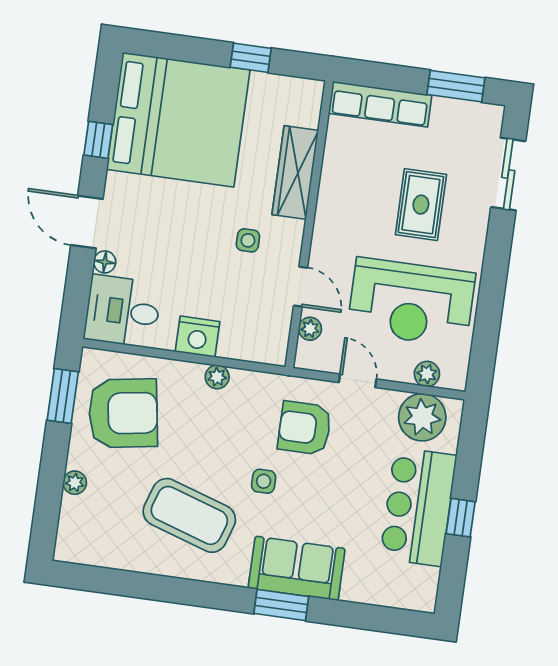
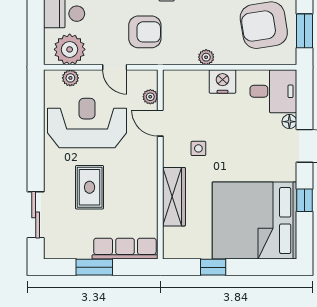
window: (456, 86) -> (94, 267), moved

